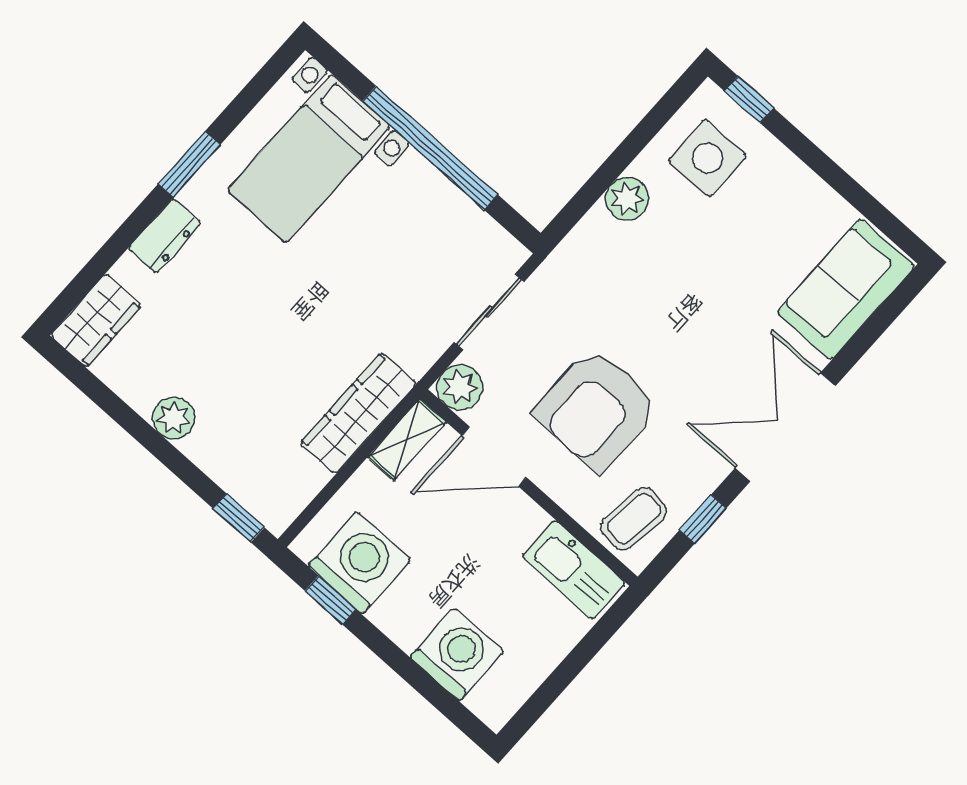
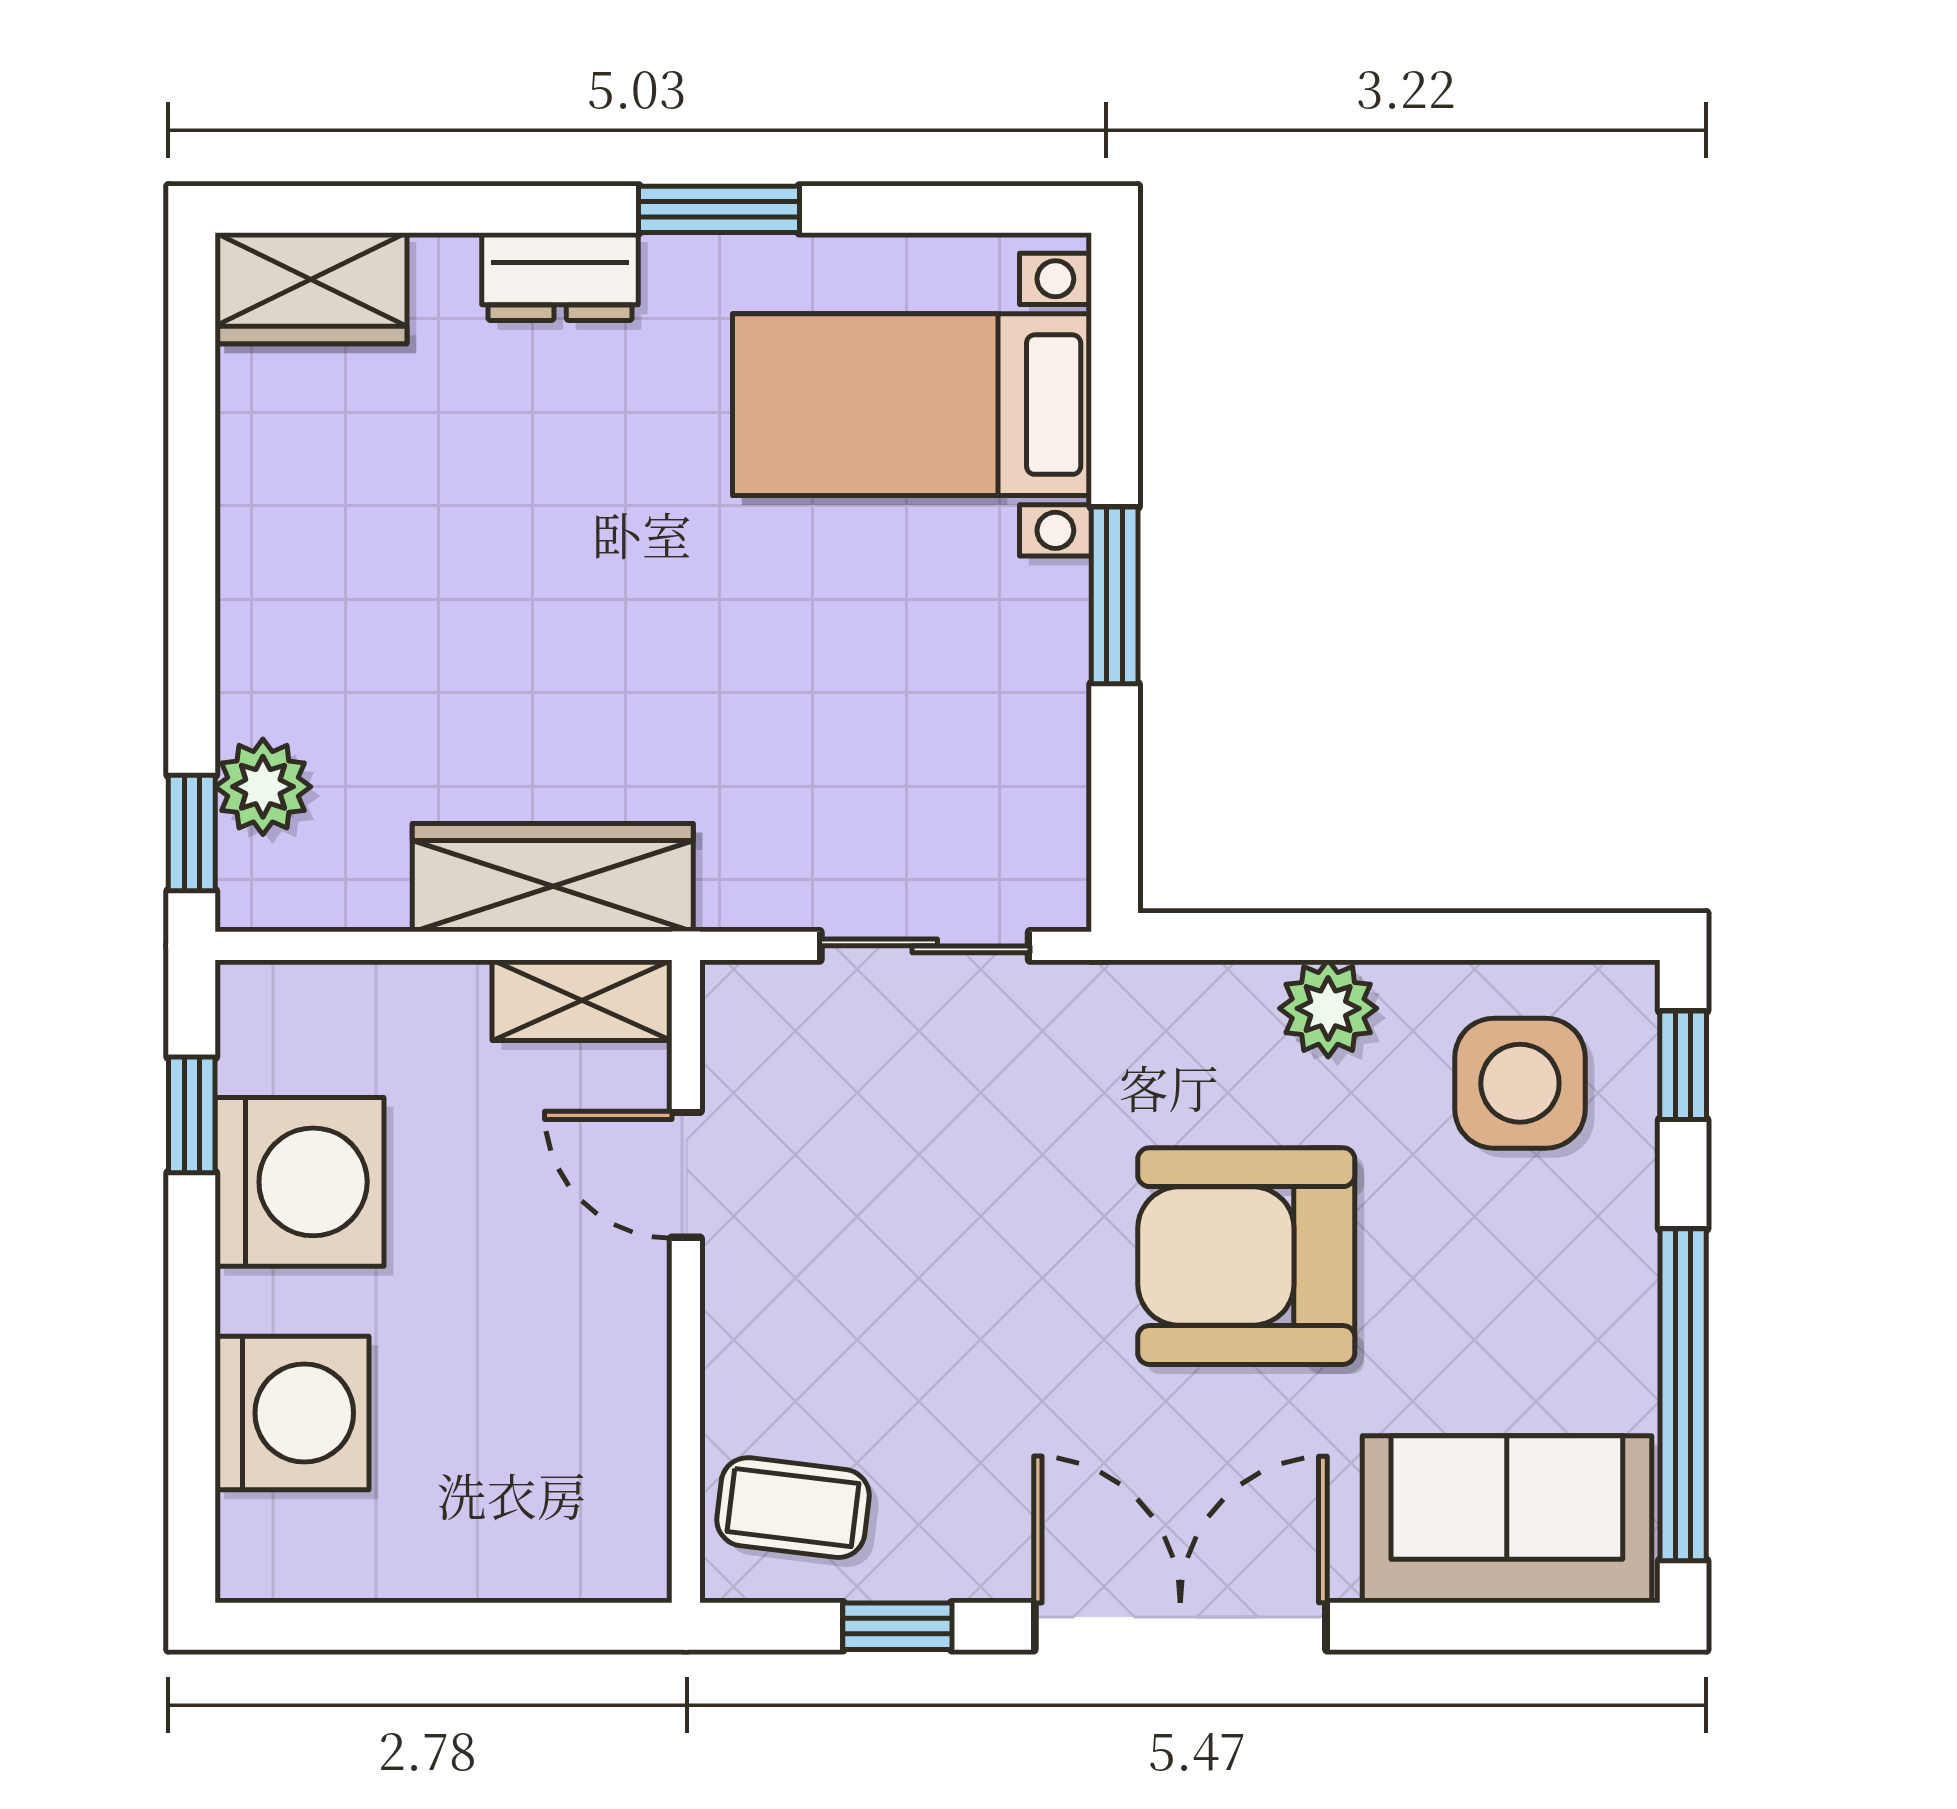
window: (430, 148) -> (1115, 595), width x0.47
window: (856, 196) -> (1683, 1395), added
plant: (460, 388) -> (751, 1011), removed
armchair: (596, 409) -> (1246, 1256), moved
plant: (174, 418) -> (263, 787), moved
door: (494, 457) -> (686, 1175), width x0.73
washing machine: (359, 563) -> (300, 1182), moved
kitchen sink: (574, 570) -> (614, 1483), removed

